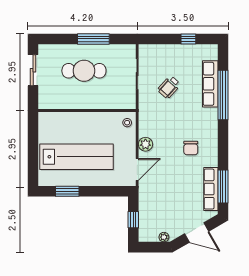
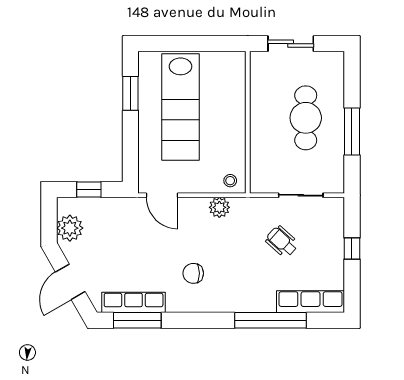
window: (188, 39) -> (352, 248), moved
sliding door: (33, 70) -> (291, 44), moved
row of seats: (210, 84) -> (311, 302), moved
plant: (145, 144) -> (219, 207), moved
plant: (164, 237) -> (70, 228), width x1.88, depth x1.88

